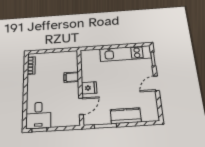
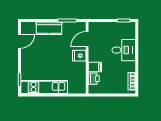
printer: (72, 65) -> (94, 79), added
door: (156, 83) -> (20, 41), moved
desk: (38, 115) -> (124, 50), moved, turned 90

